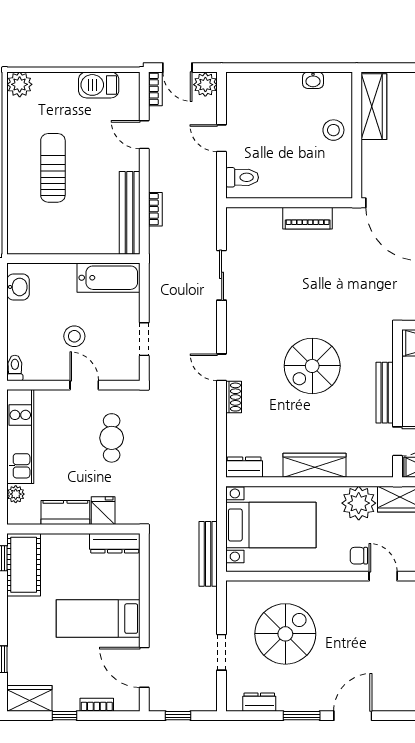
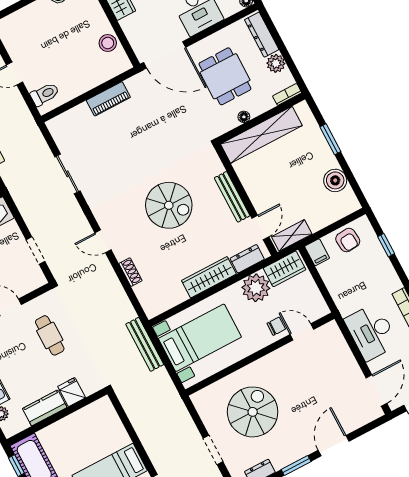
stool: (333, 130) -> (108, 43), moved
spiral stairs: (312, 366) -> (169, 205), turned -90
shoe rack: (234, 397) -> (130, 272), moved
dresser: (244, 467) -> (247, 259), moved
dresser: (115, 543) -> (93, 411), removed
bench: (208, 554) -> (145, 344), moved
chair: (359, 556) -> (276, 326), turned 180

